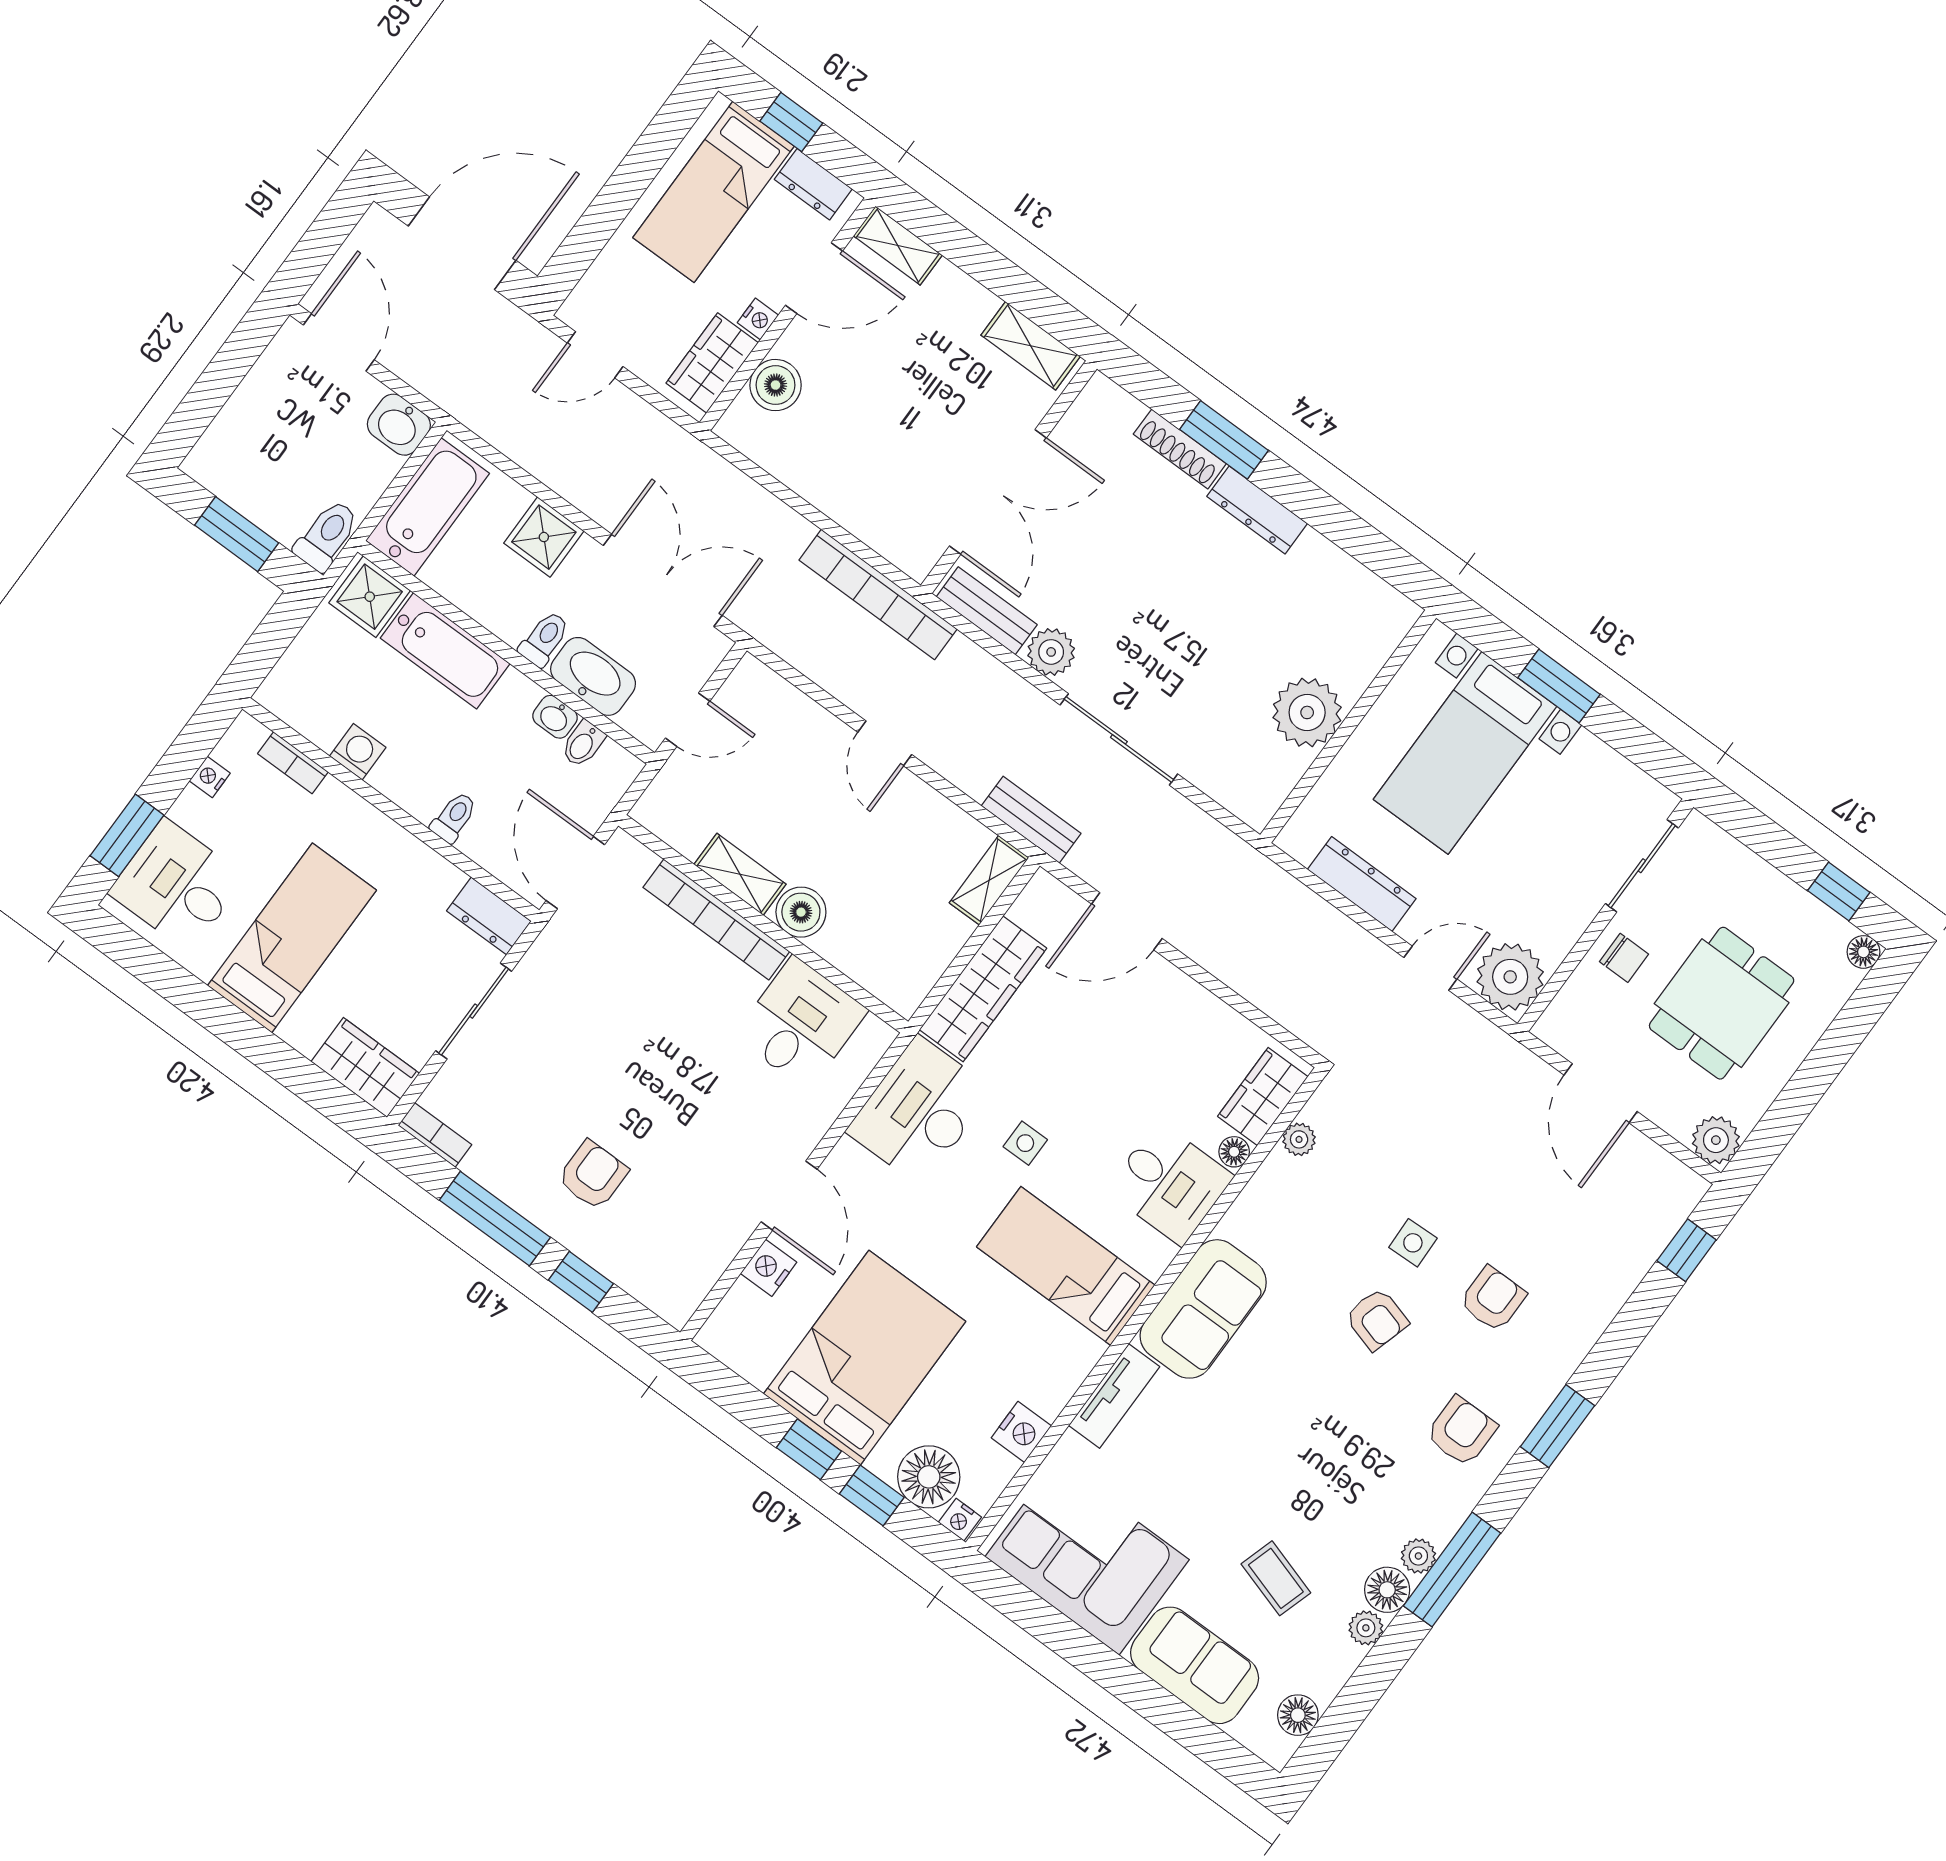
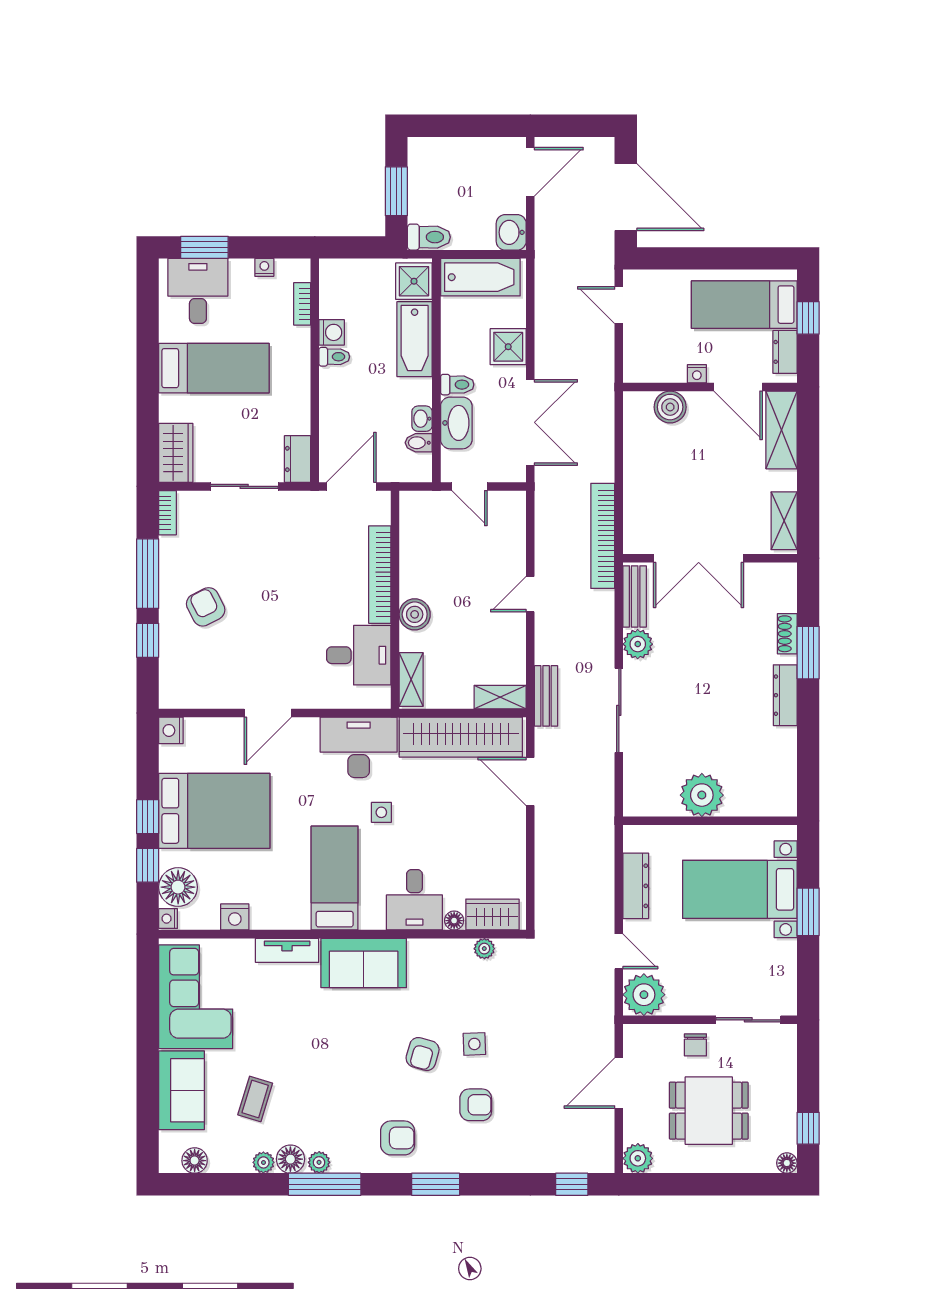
shelving: (898, 245) -> (782, 430), width x1.50, depth x1.33
wardrobe: (712, 363) -> (658, 367), removed
shoe rack: (1180, 449) -> (787, 634), width x0.70
toilet: (454, 817) -> (334, 357), moved
shelving: (740, 874) -> (411, 680), moved
wardrobe: (983, 989) -> (461, 737), width x1.40, depth x1.17
armchair: (593, 1175) -> (206, 607), turned -117
nightstand: (769, 1268) -> (171, 730), moved, turned -90

